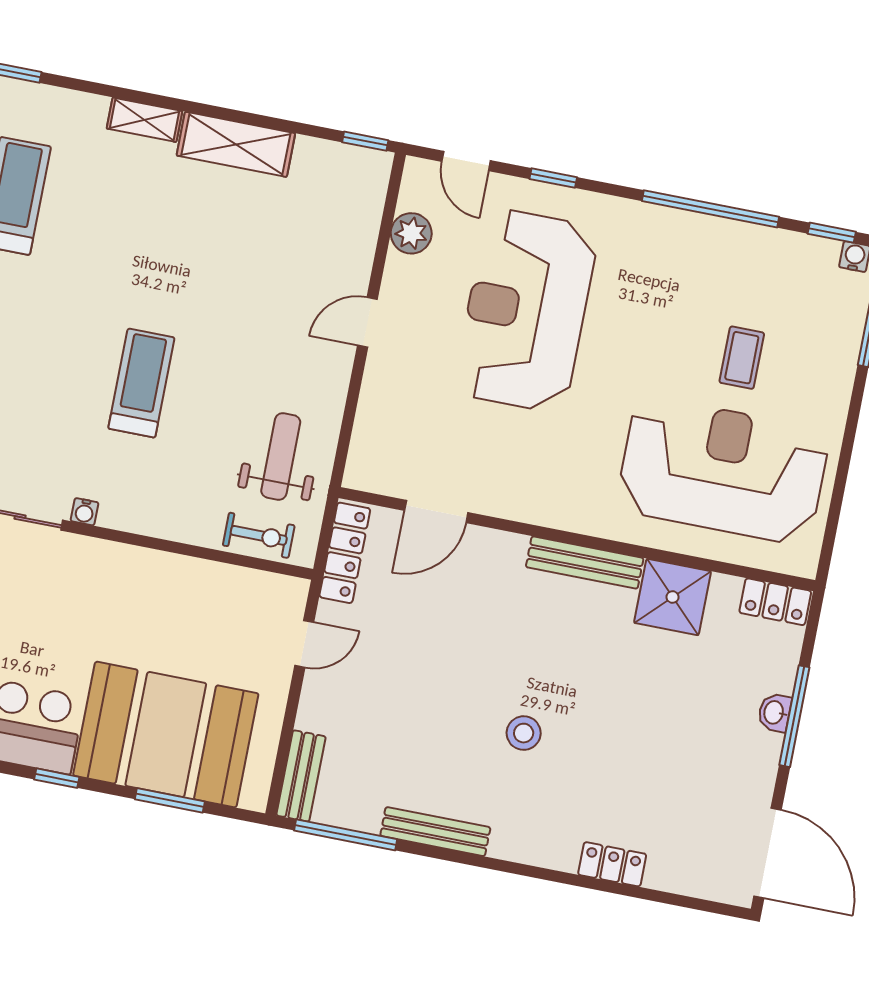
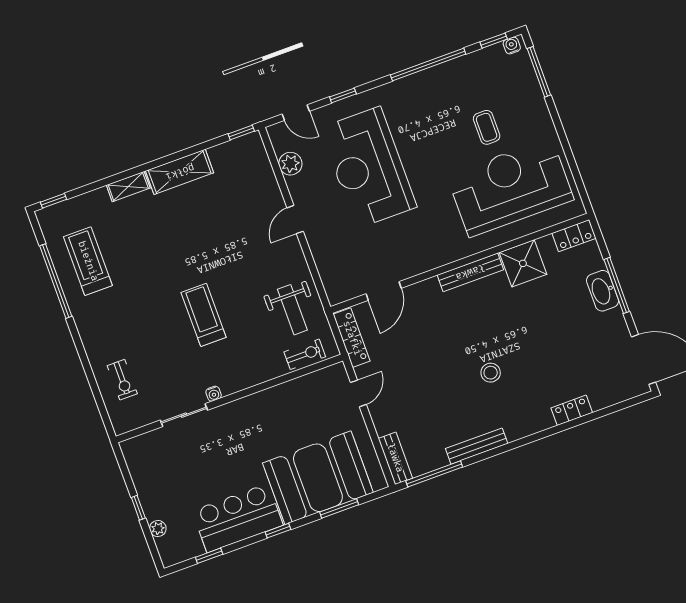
weight bench: (281, 456) -> (292, 310), turned 180
washbasin: (774, 713) -> (602, 291), width x1.91, depth x1.45

